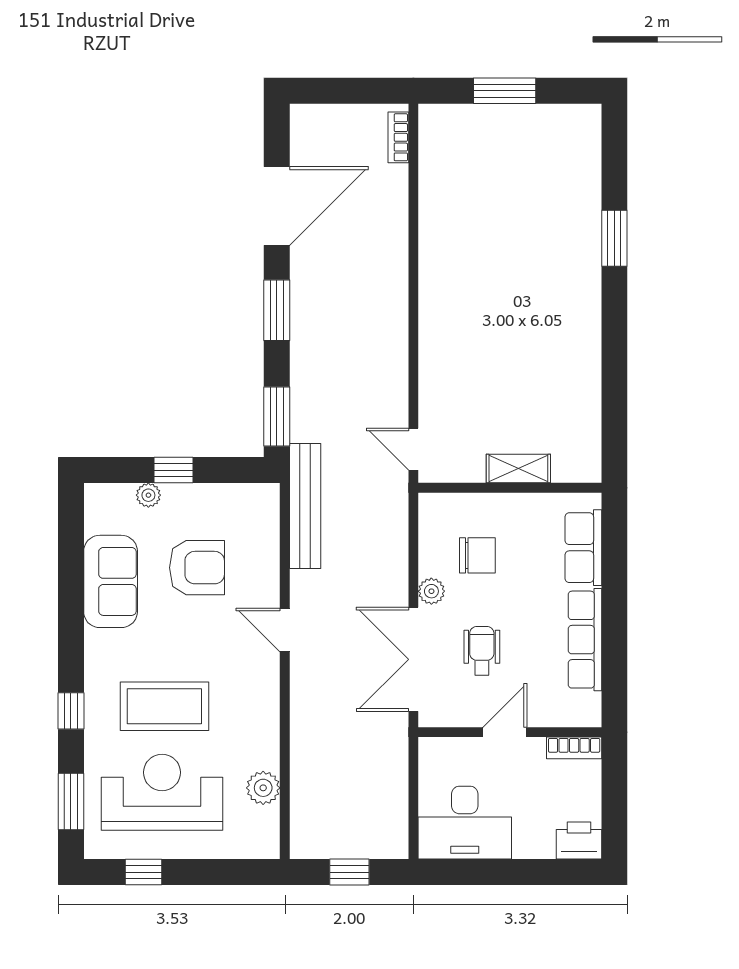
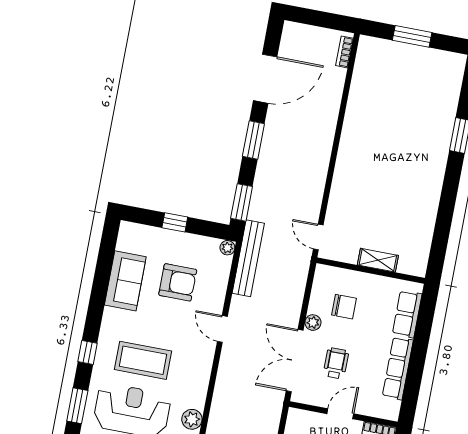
plant: (148, 495) -> (227, 248), moved

